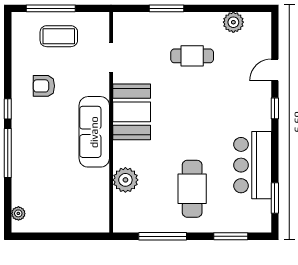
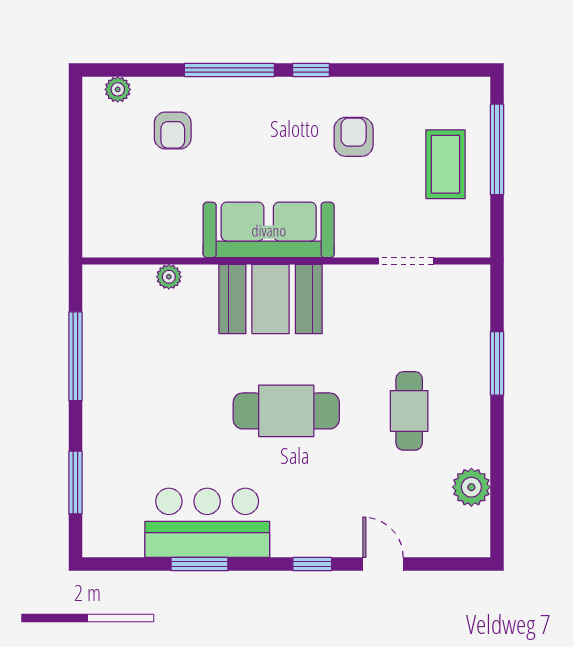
booth: (132, 112) -> (271, 299), moved
plant: (125, 180) -> (169, 277), width x0.53, depth x0.53
armchair: (41, 184) -> (173, 130), added
cafe table: (192, 189) -> (286, 411), moved
window: (275, 198) -> (200, 564), moved

